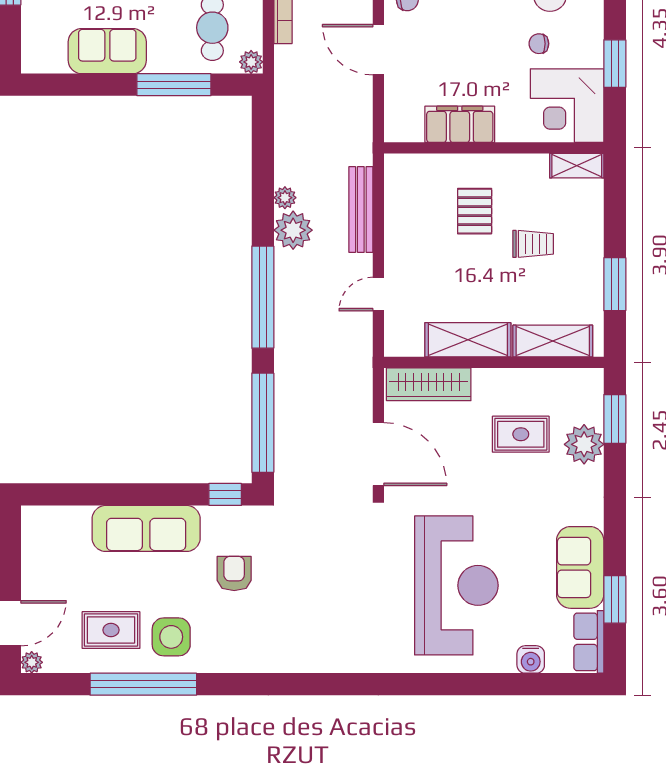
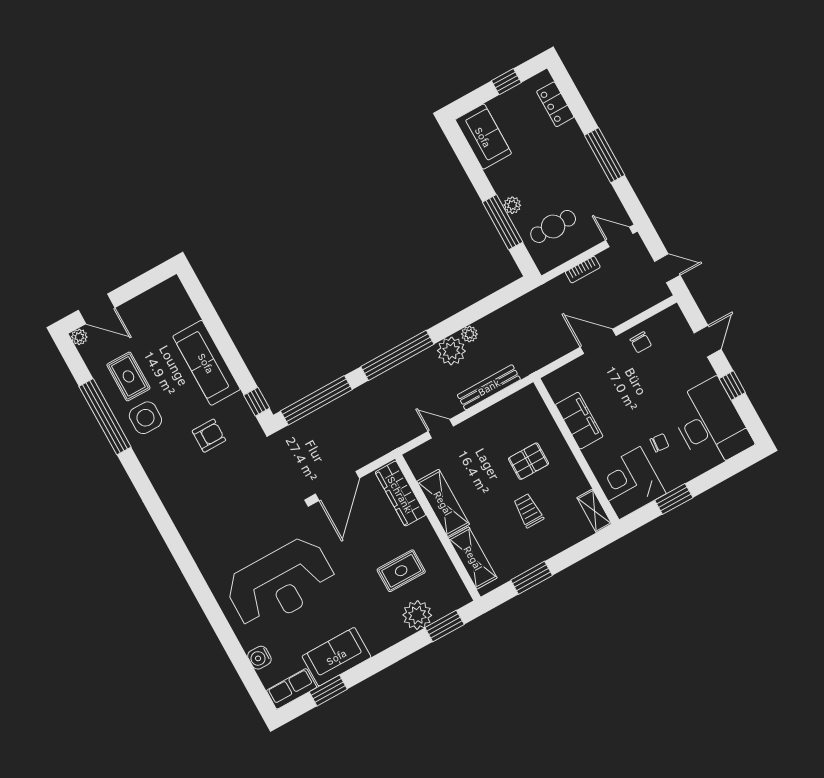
chair: (539, 44) -> (659, 443), turned 95
door: (378, 50) -> (598, 341), hinge flipped
sofa: (107, 51) -> (483, 137), moved
plant: (251, 62) -> (512, 205), moved
trolley: (533, 244) -> (528, 511), turned 180
rug: (521, 434) -> (401, 571), turned 90

